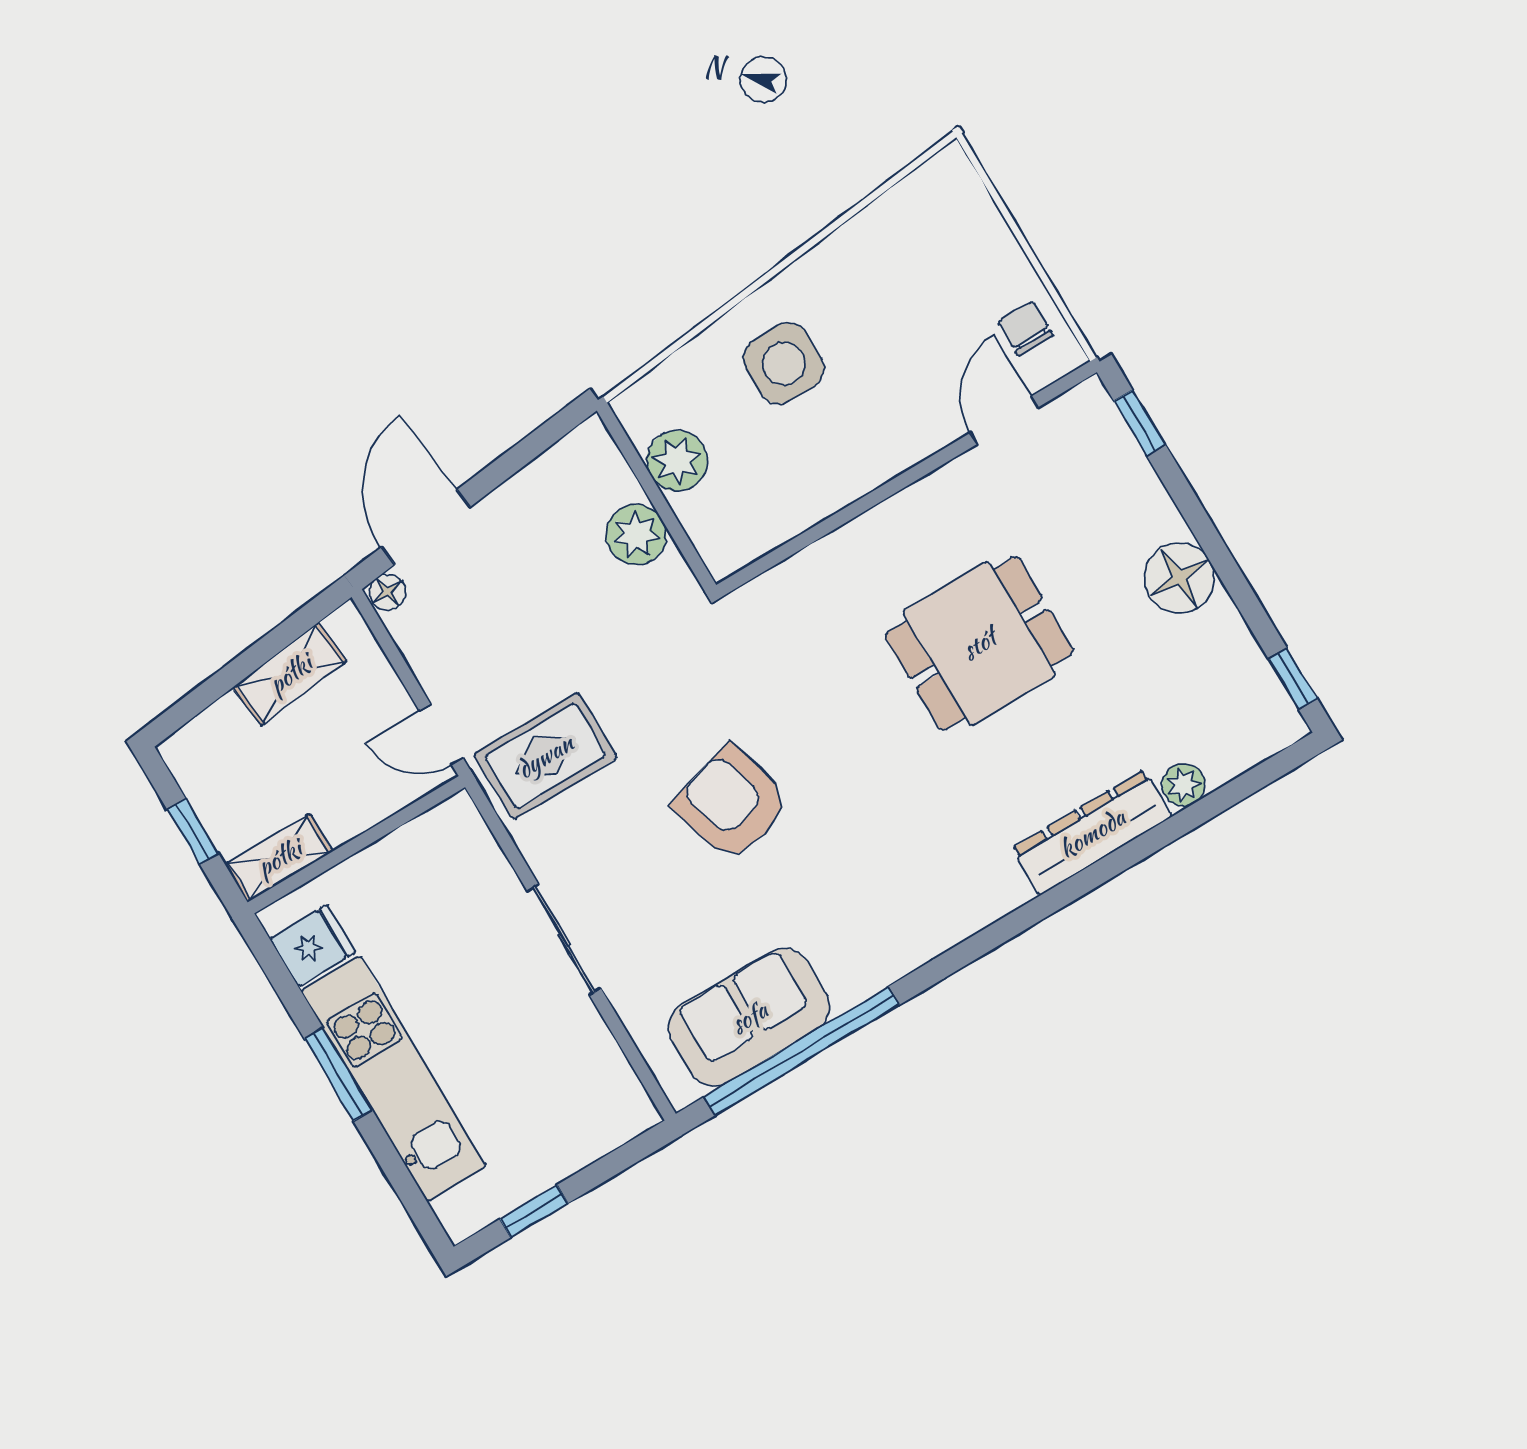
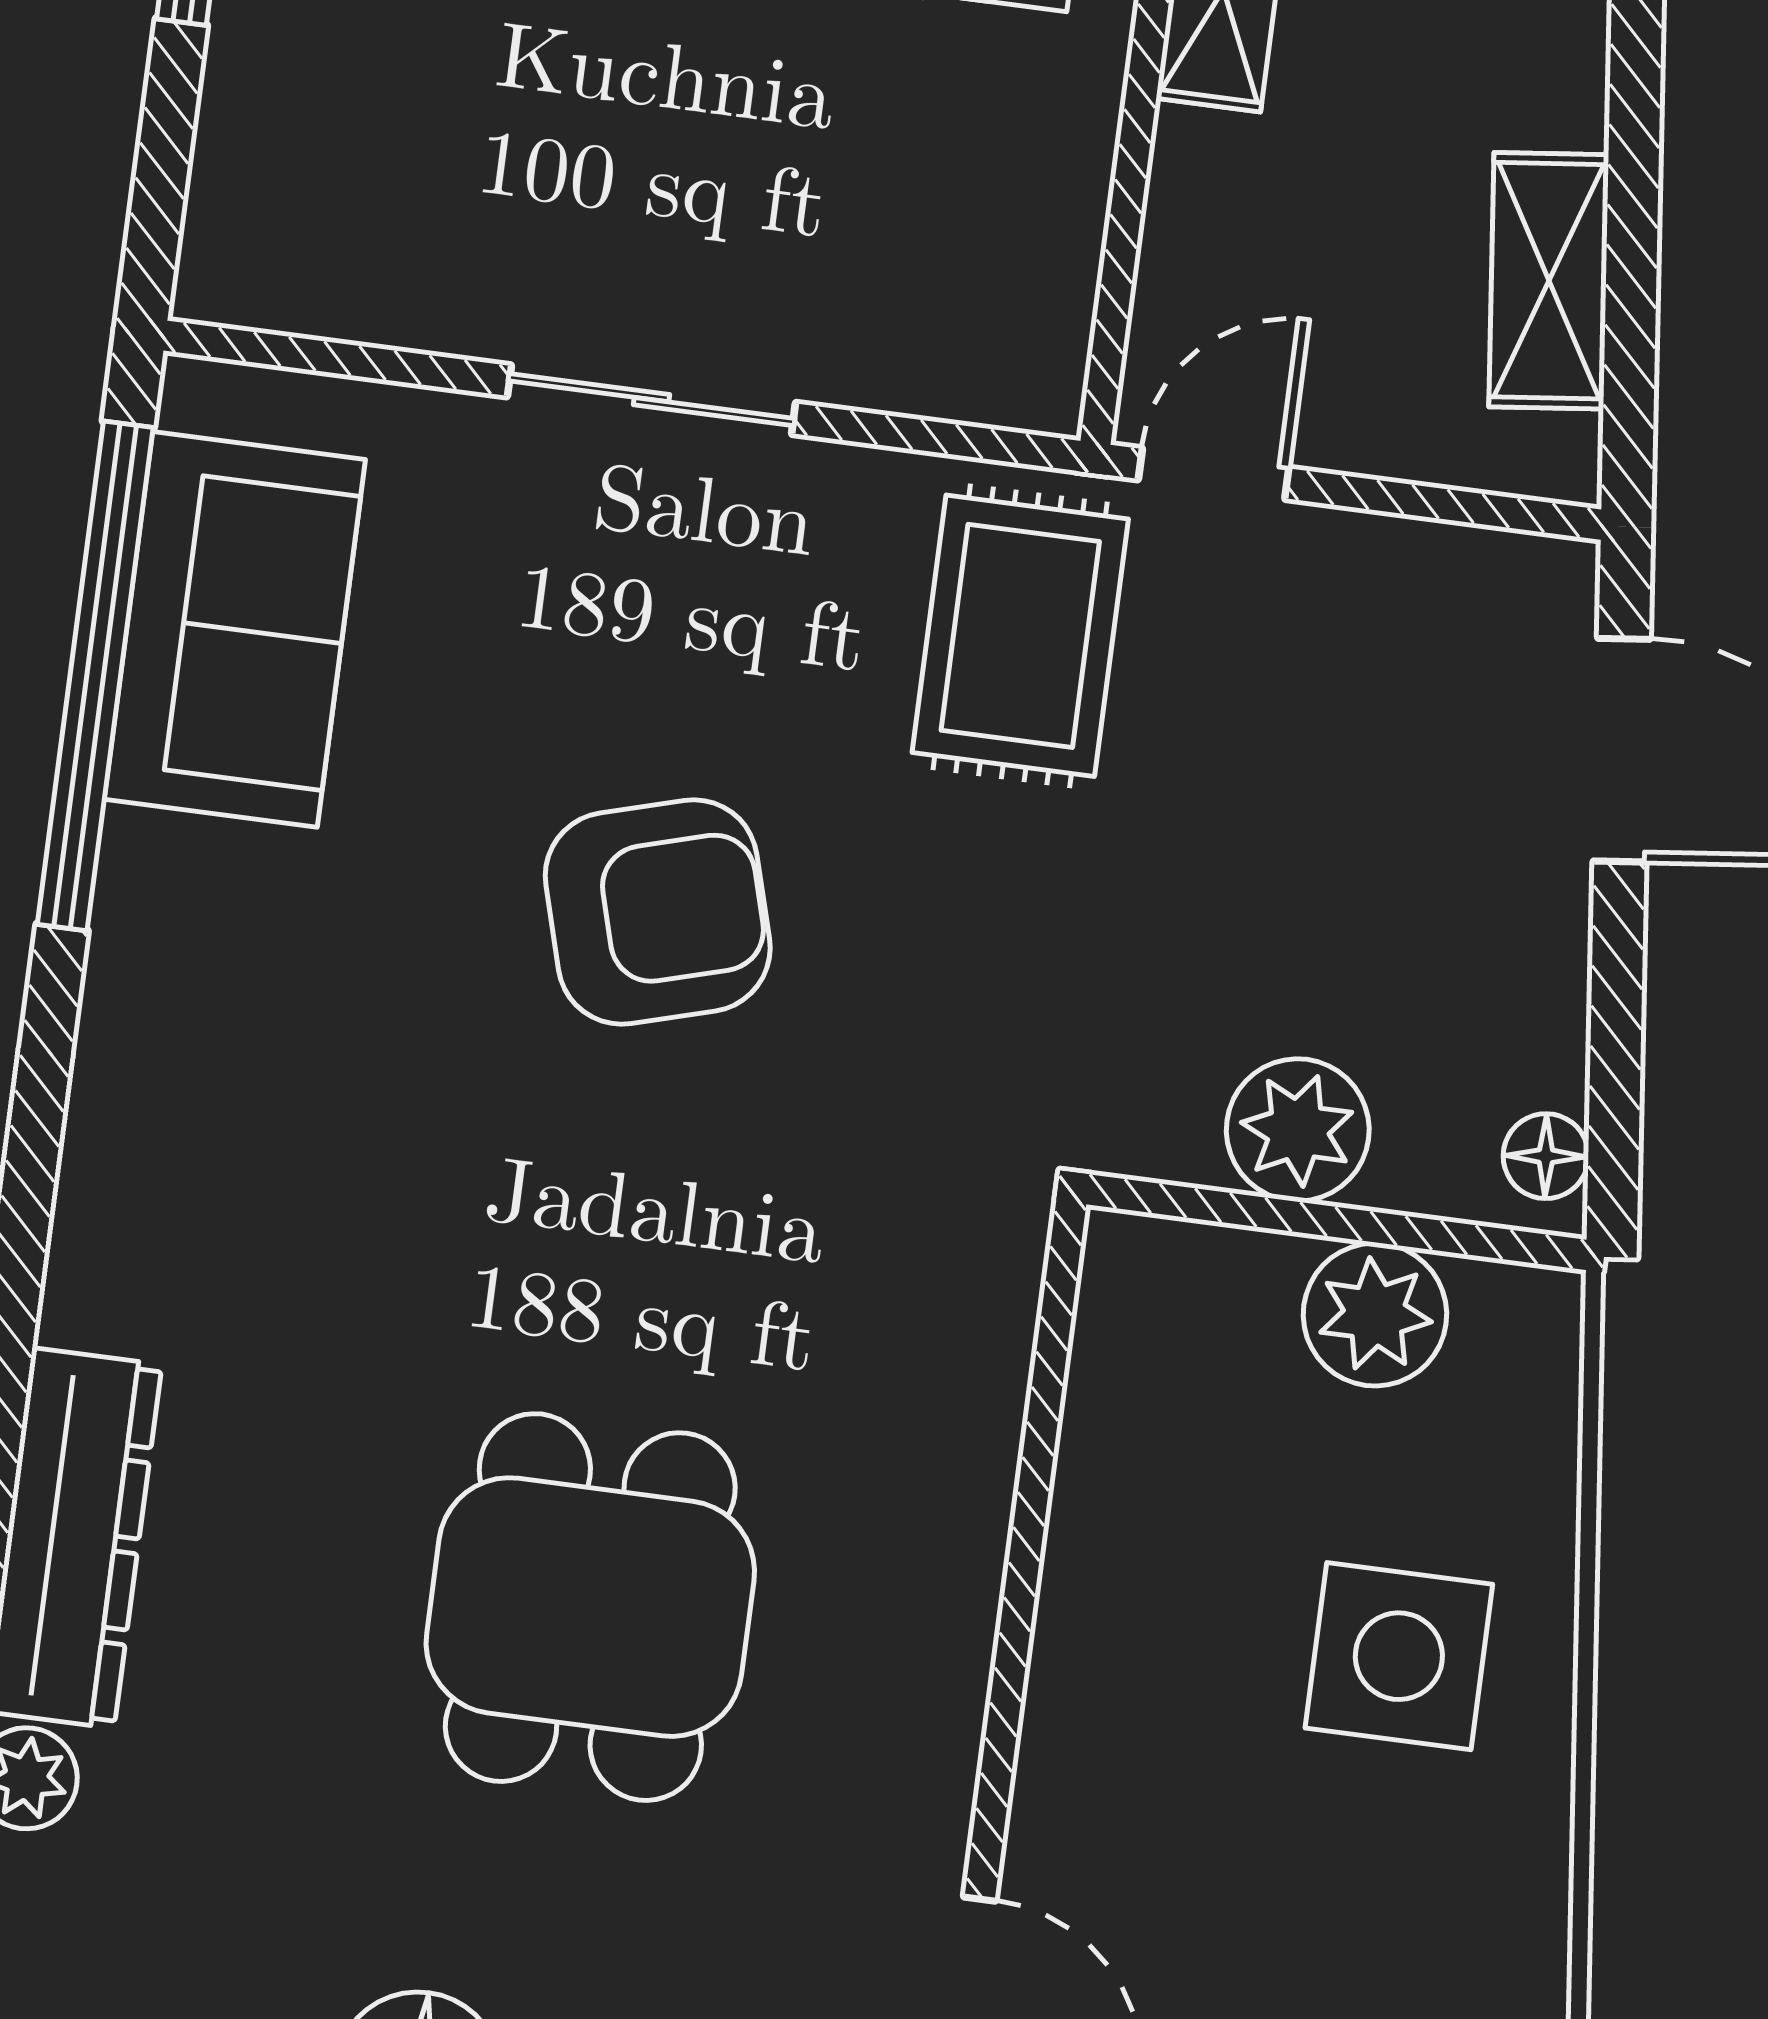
floor lamp: (387, 592) -> (1546, 1156), moved

